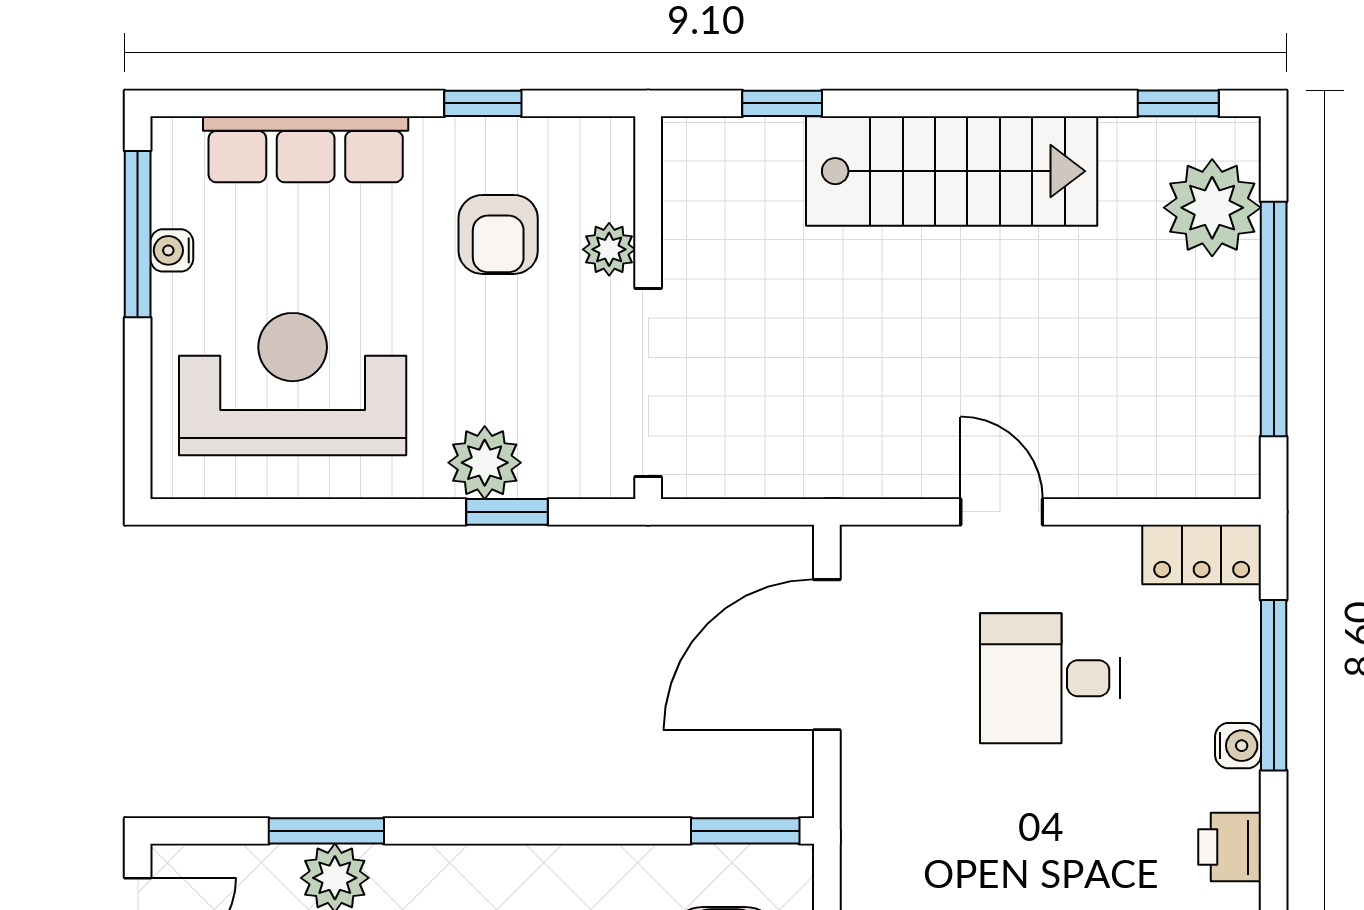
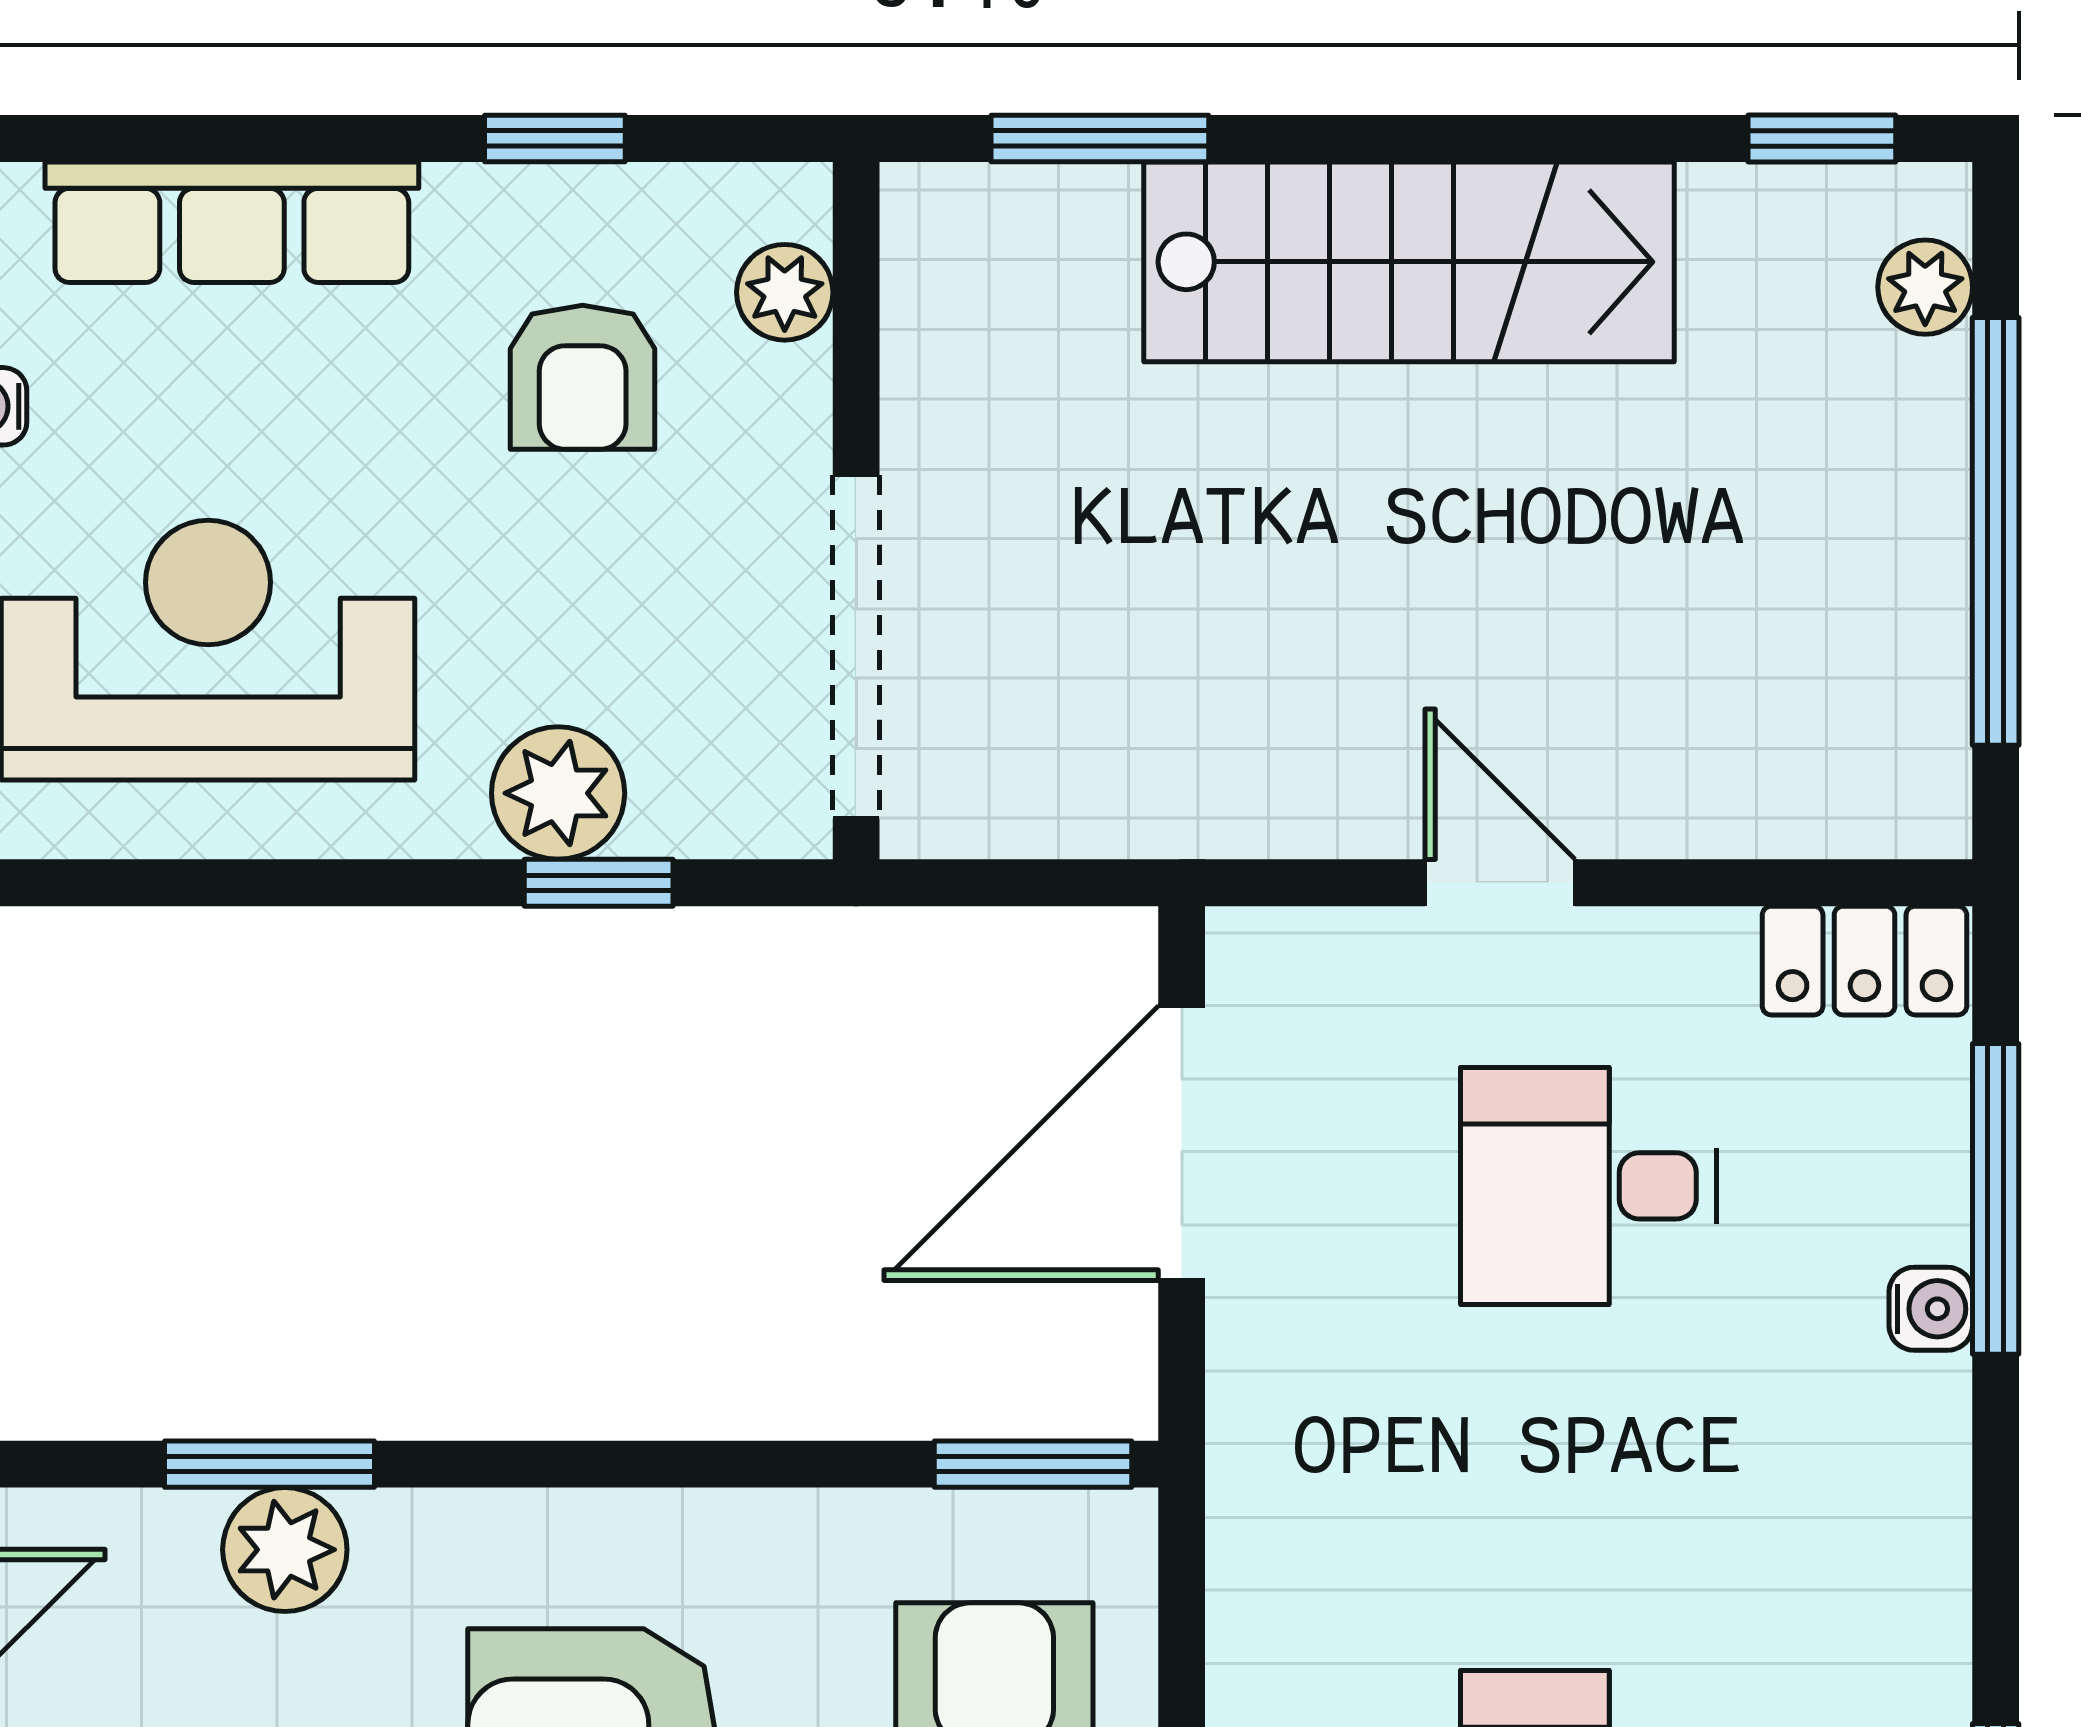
window: (782, 103) -> (1100, 138), width x1.50
plant: (1212, 208) -> (1925, 287), width x0.53, depth x0.53
plant: (609, 249) -> (785, 292), moved
printer: (1230, 847) -> (1915, 1494), removed

